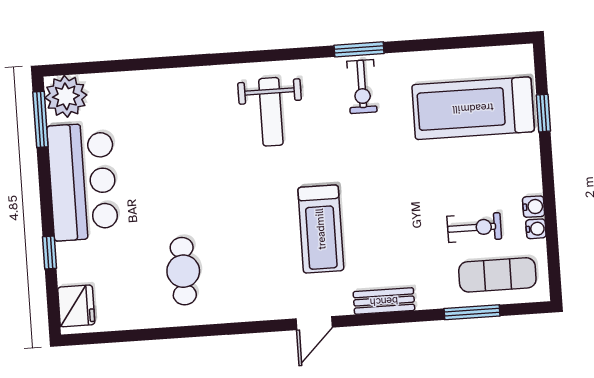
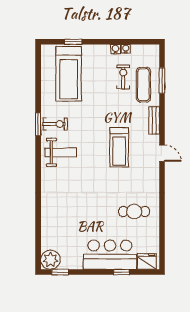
weight bench: (271, 112) -> (61, 152), moved
window: (40, 119) -> (60, 272), width x0.67
bar counter: (83, 182) -> (110, 255), moved
treadmill: (321, 229) -> (119, 147), turned 90
exercise mat: (497, 275) -> (143, 85), moved

